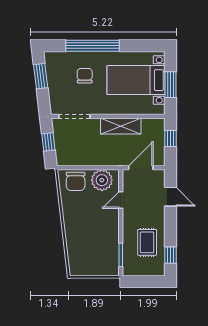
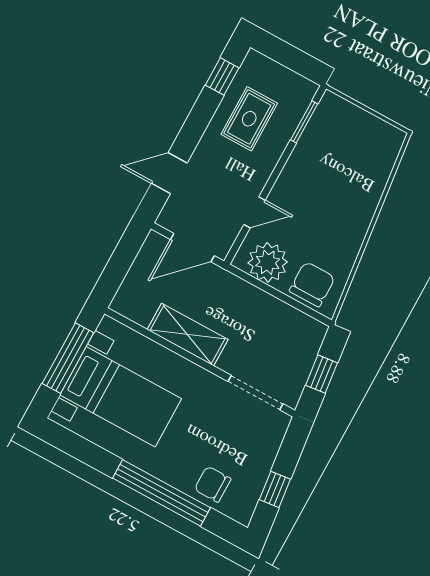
window: (41, 76) -> (275, 489), width x0.67
chair: (85, 76) -> (213, 484), moved, turned 90
window: (170, 85) -> (68, 358), width x1.44
window: (170, 139) -> (117, 269), removed
door: (170, 197) -> (169, 173), hinge flipped

